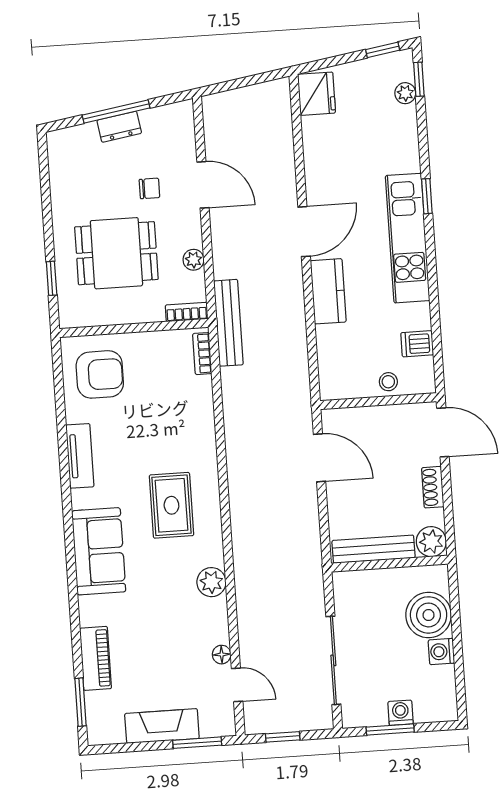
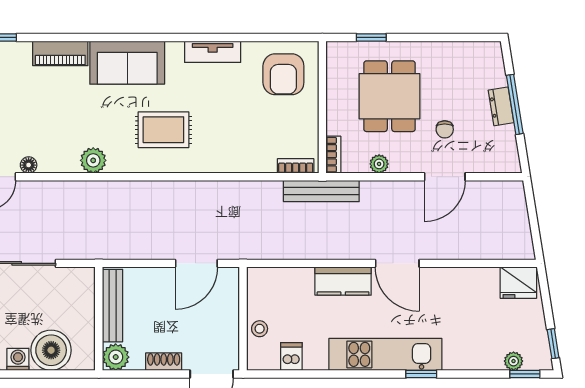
piano: (96, 658) -> (60, 53), moved

